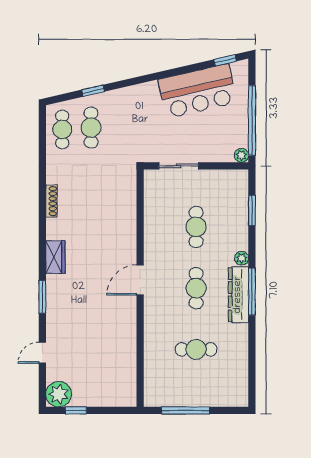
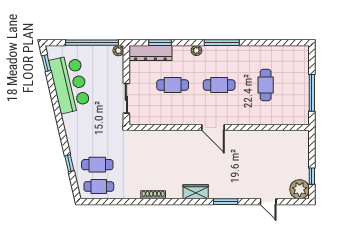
dresser: (238, 295) -> (150, 53), moved

